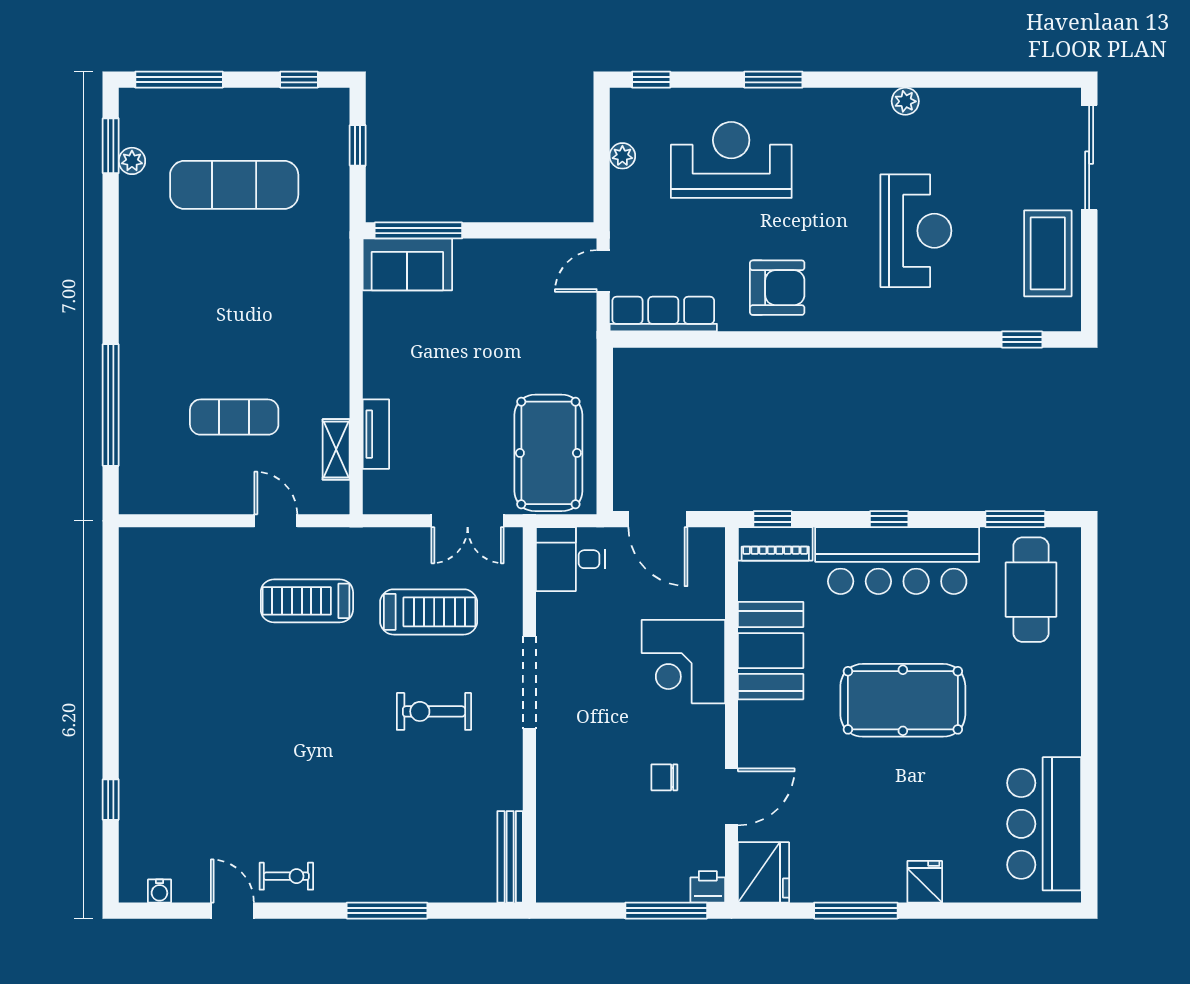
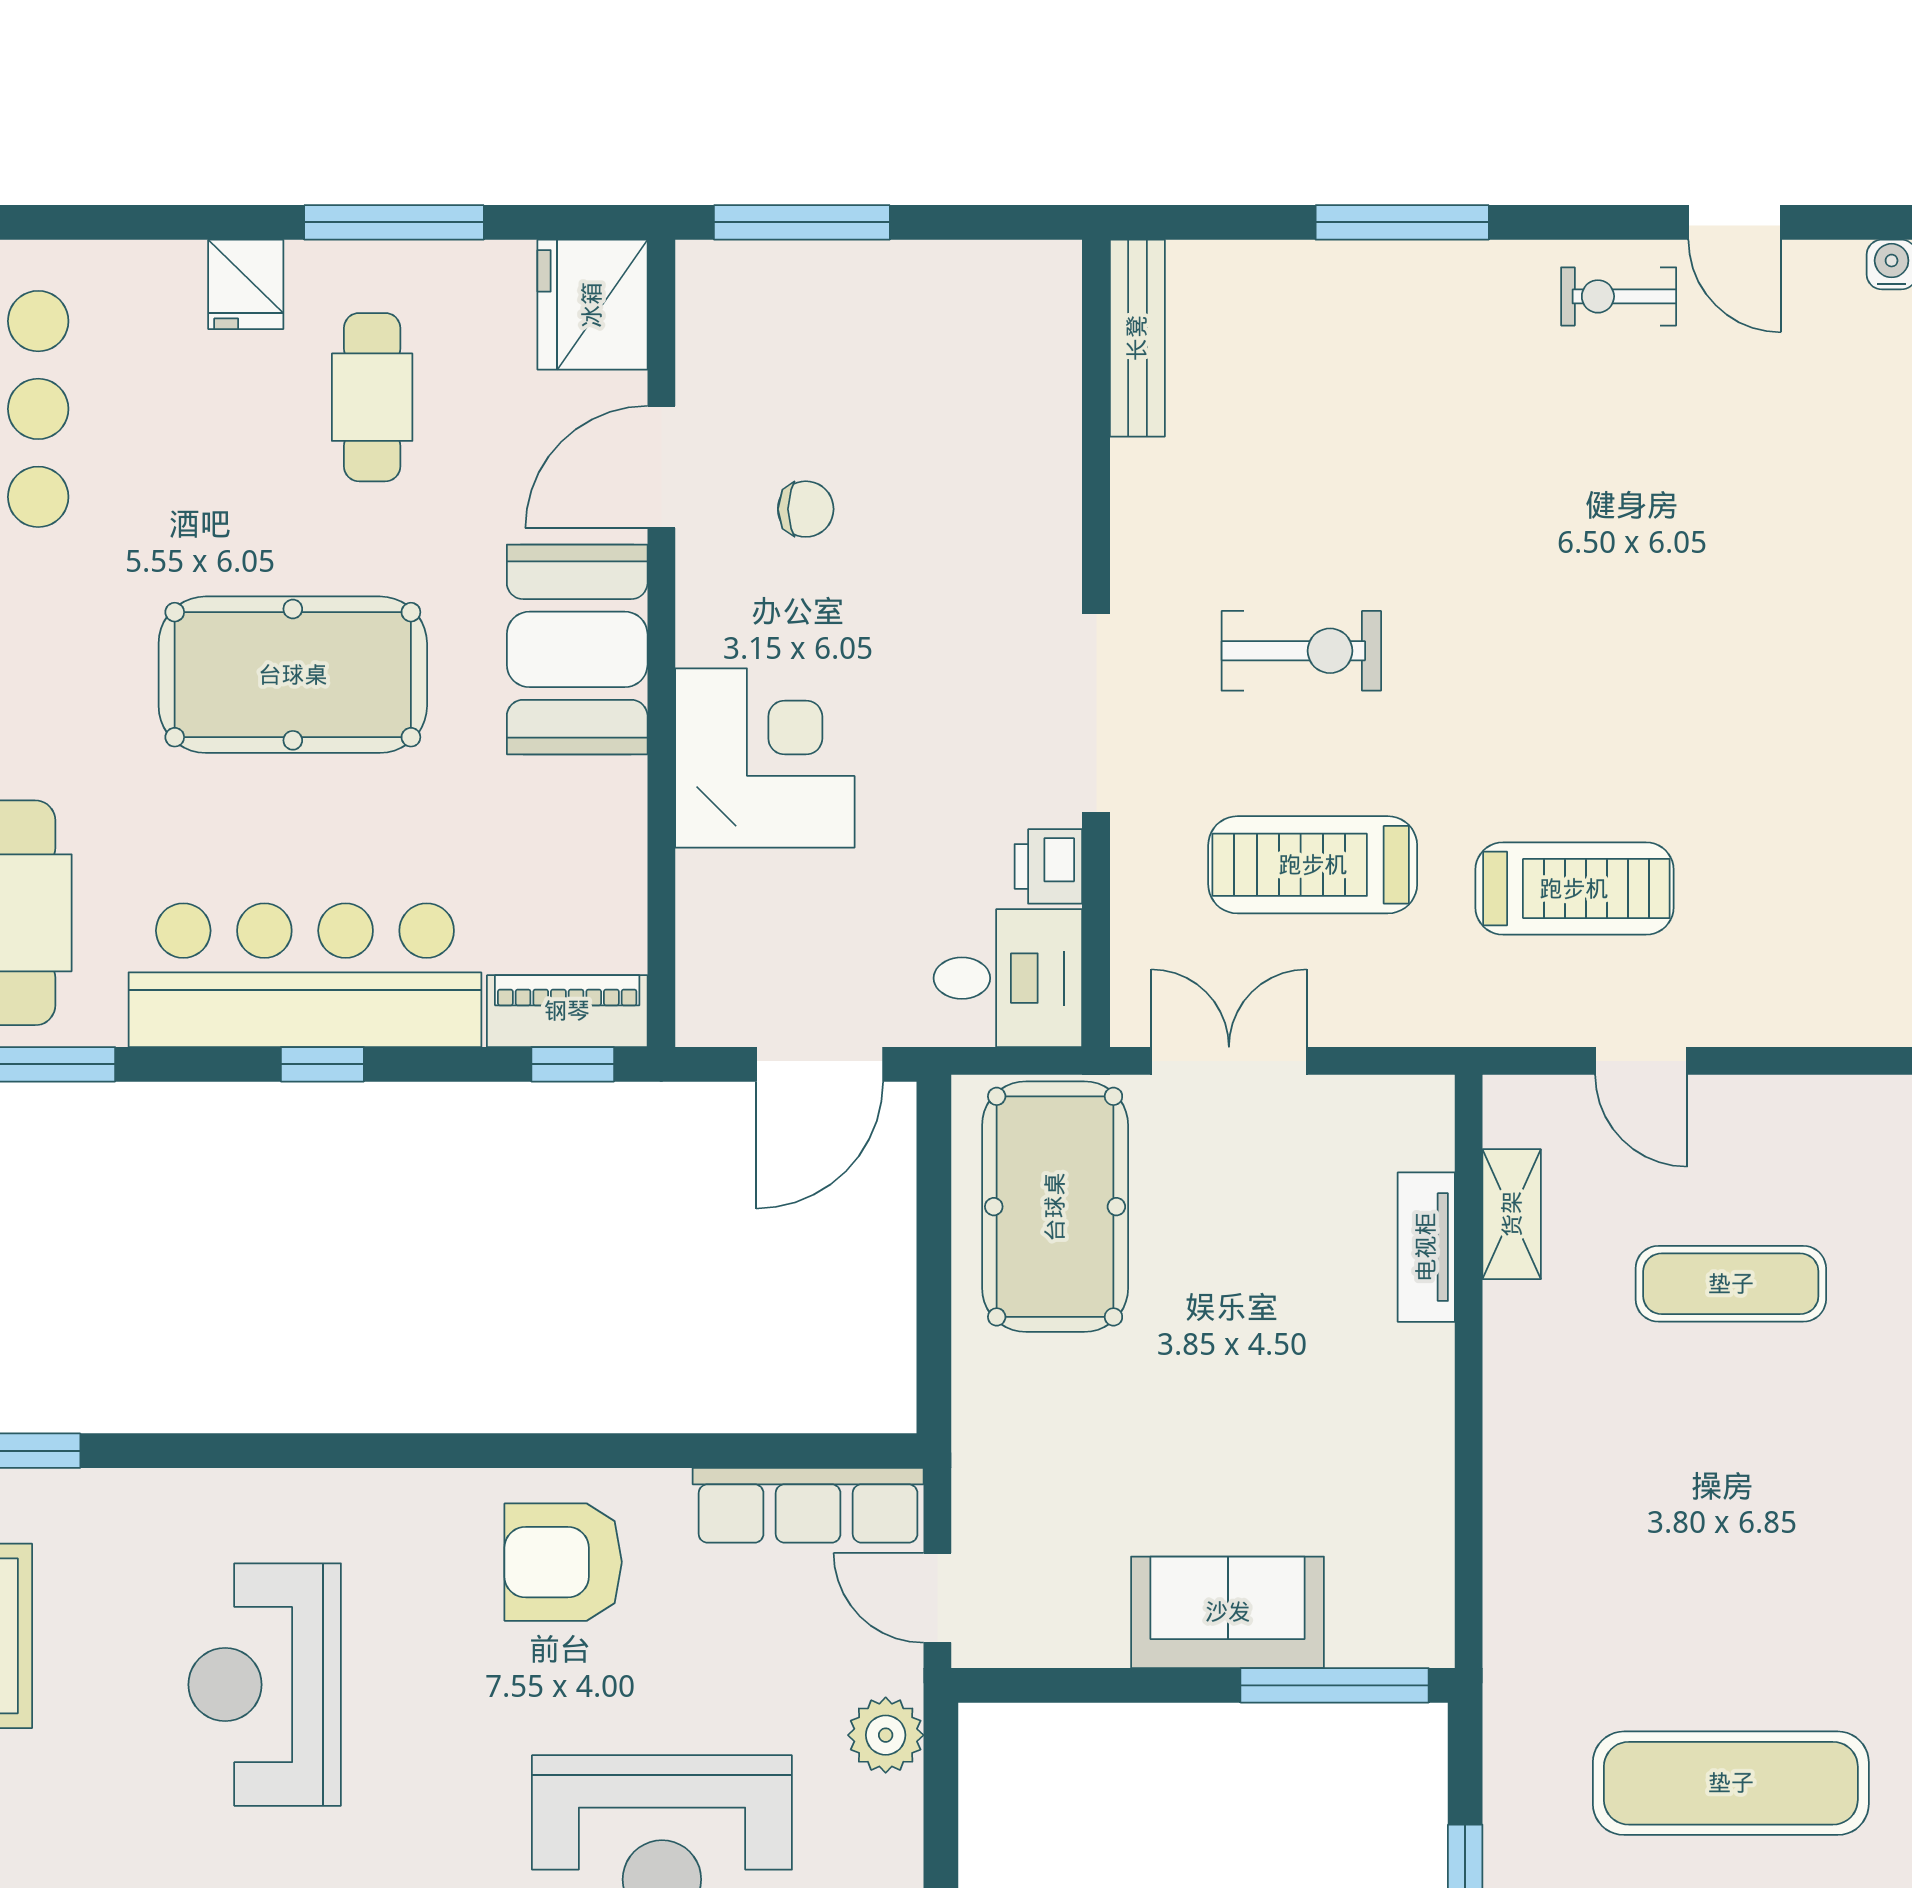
plant: (622, 156) -> (886, 1735), moved, width x1.38, depth x1.38
sofa: (407, 264) -> (1228, 1612), moved
door: (603, 271) -> (937, 1598), swing flipped
door: (658, 519) -> (820, 1064), swing flipped
booth: (771, 651) -> (577, 649), moved
cafe table: (866, 829) -> (372, 397), added
printer: (708, 887) -> (1048, 866), moved, turned 90

